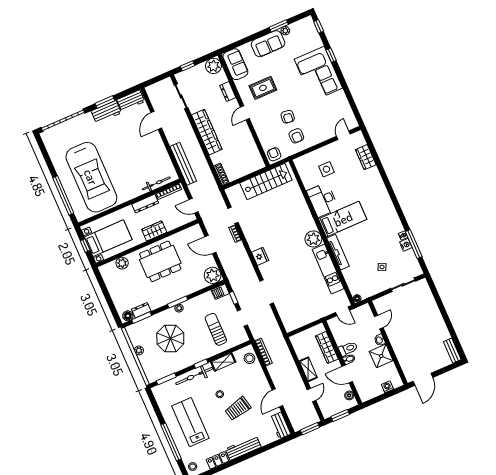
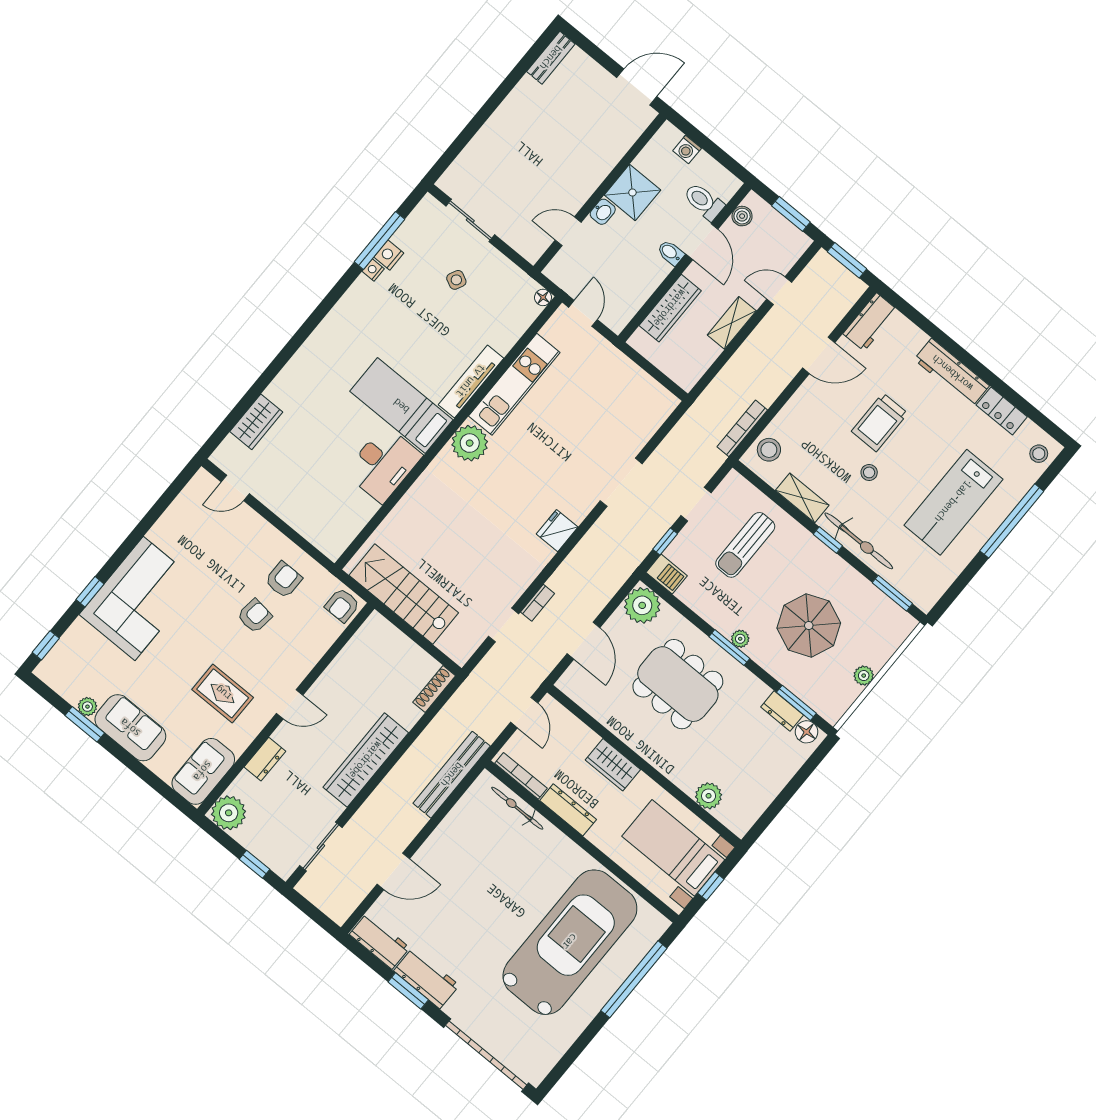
side table: (326, 169) -> (319, 487), removed
dining table: (160, 261) -> (678, 684), moved
toilet: (348, 349) -> (704, 202), moved
trolley: (238, 409) -> (880, 422), turned 103

